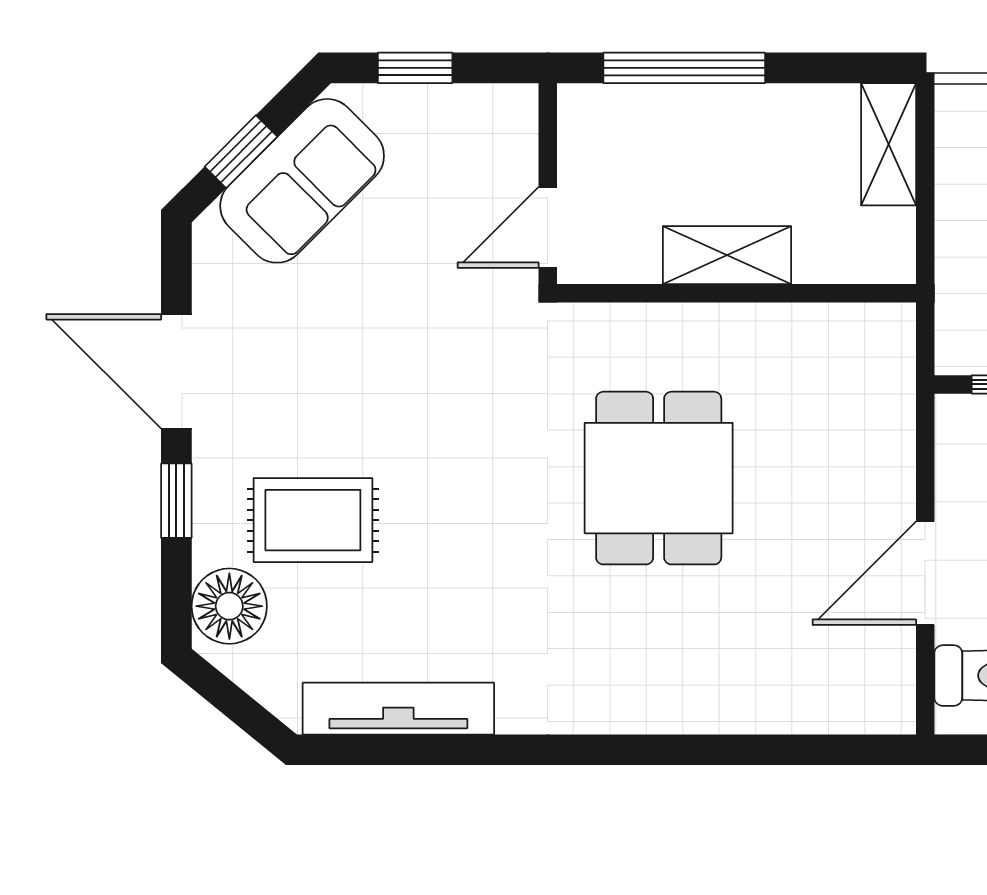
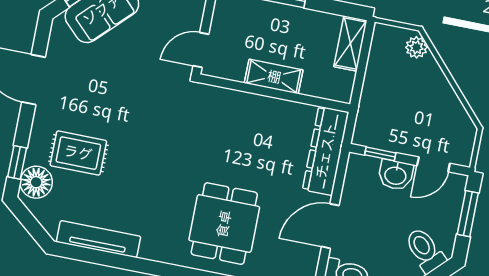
dresser: (880, 402) -> (326, 151), added
dining table: (659, 478) -> (224, 224), moved
window: (176, 501) -> (17, 162), moved

